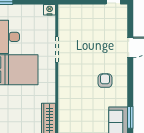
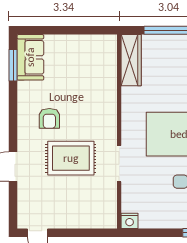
rug: (90, 53) -> (71, 158), added

